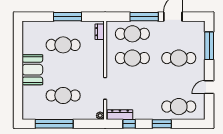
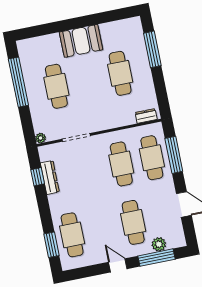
window: (68, 17) -> (152, 49), moved
window: (144, 17) -> (174, 155), moved
plant: (199, 42) -> (159, 244), added
door: (209, 87) -> (118, 265), moved
dresser: (120, 115) -> (50, 177), moved
window: (162, 124) -> (52, 245), moved

